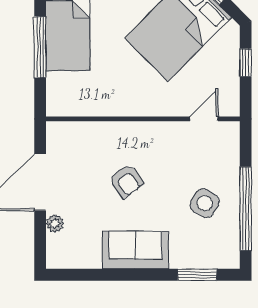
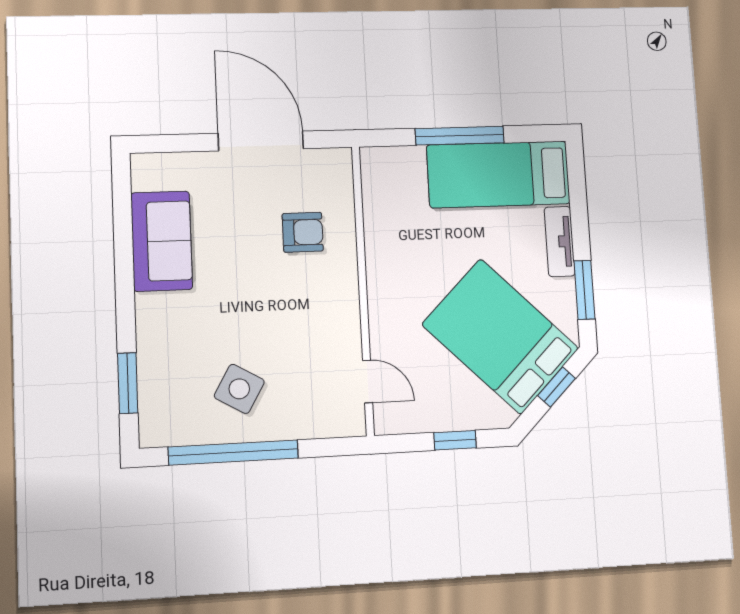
armchair: (126, 181) -> (303, 232), moved, turned -145
plant: (55, 224) -> (199, 164), removed
sofa: (135, 250) -> (162, 241), moved

